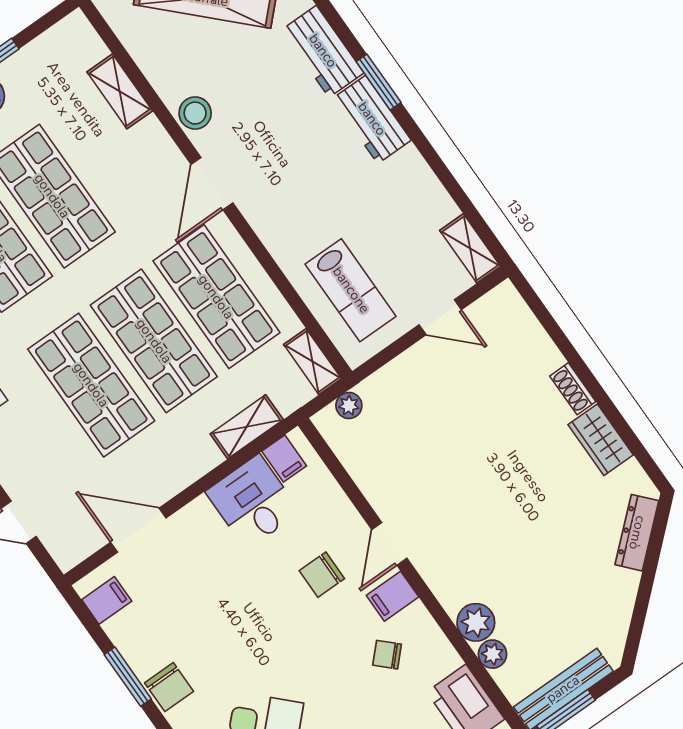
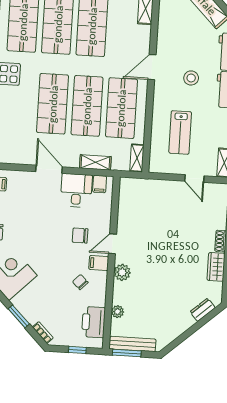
stool: (195, 113) -> (191, 78), moved
lab bench: (351, 290) -> (180, 132), moved
plant: (349, 405) -> (137, 184), removed
door: (138, 530) -> (49, 169), moved
dresser: (637, 533) -> (203, 310), width x0.70
plant: (476, 622) -> (122, 272), moved

